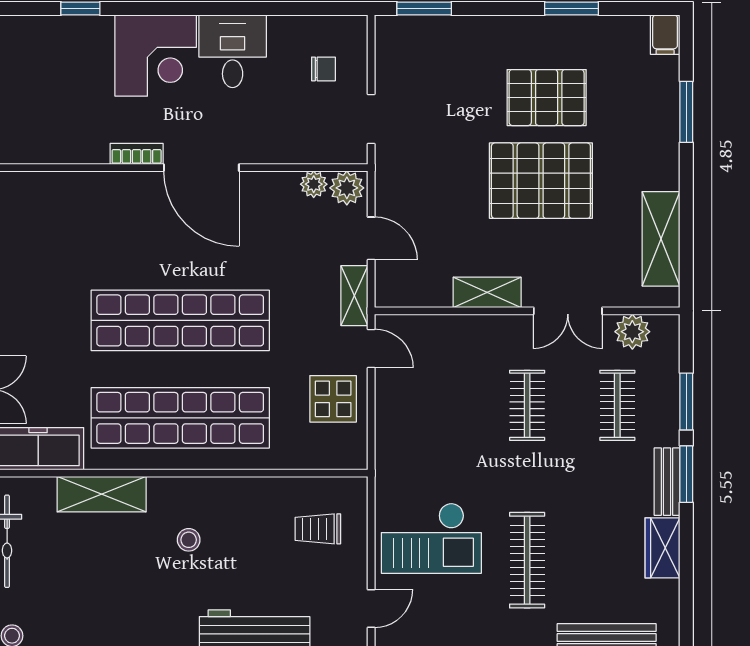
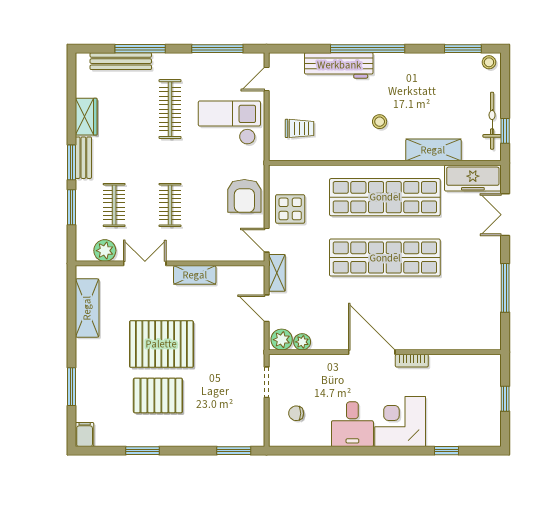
armchair: (407, 420) -> (244, 196), added

